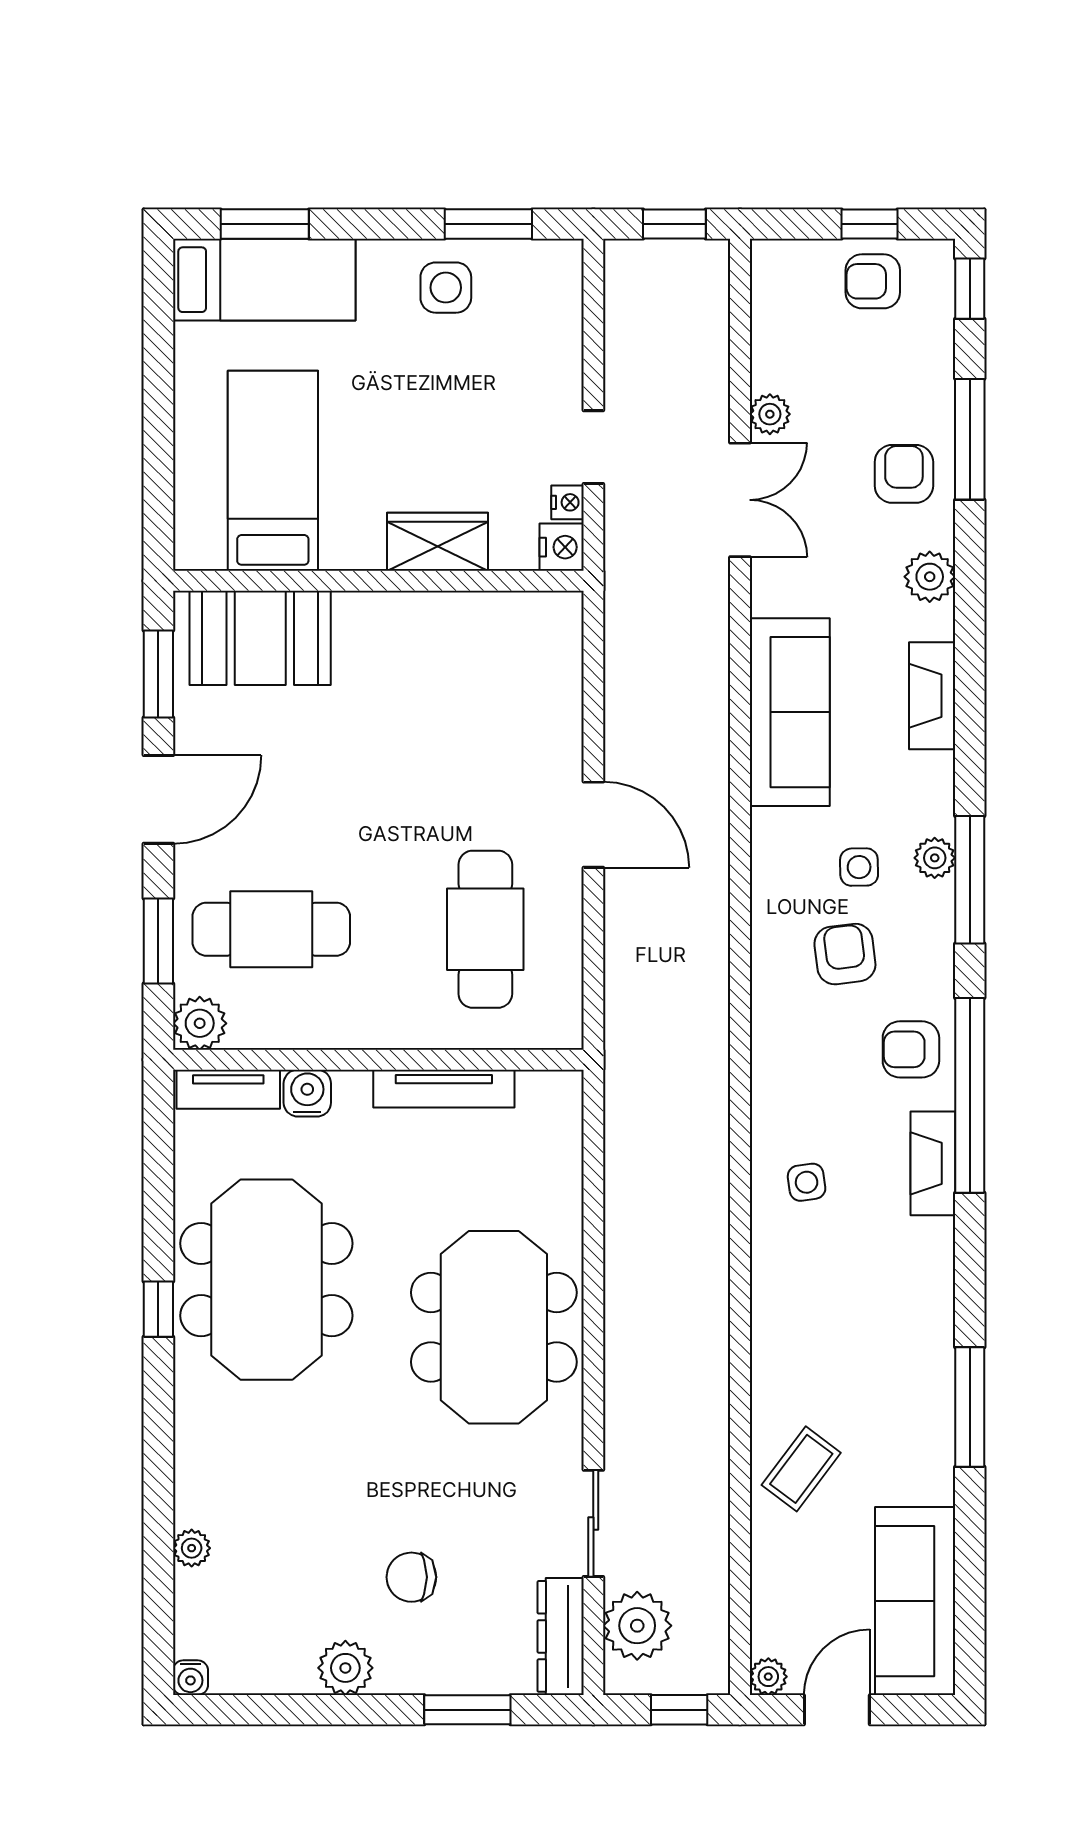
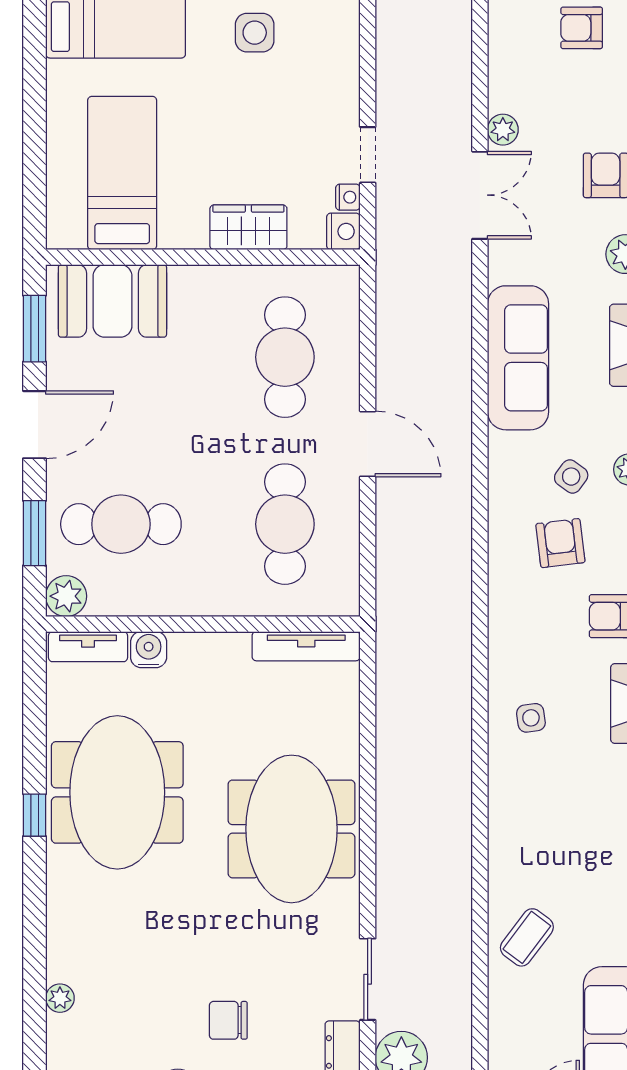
cafe table: (485, 711) -> (285, 357), added
side table: (859, 867) -> (571, 477), turned 37
tv unit: (444, 1089) -> (306, 646), moved

